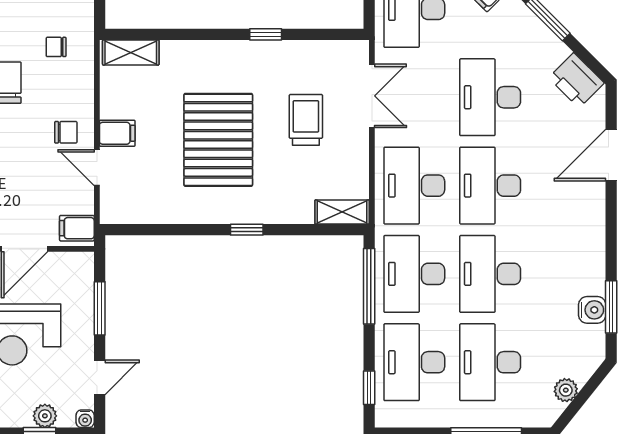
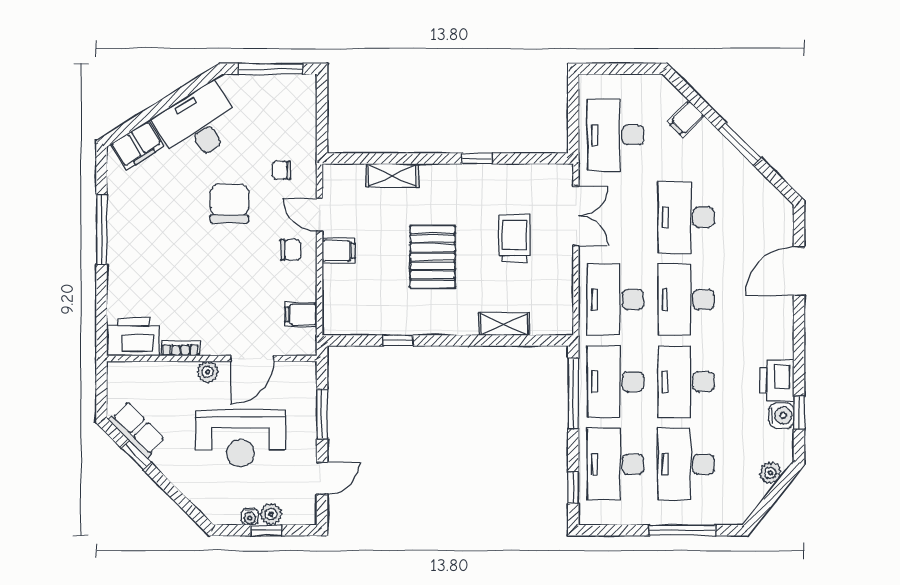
shelving: (131, 52) -> (393, 175), moved
printer: (576, 80) -> (777, 380), moved, turned 45
pallet: (218, 140) -> (433, 257), width x0.73, depth x0.71
door: (97, 168) -> (319, 215), moved
shelving: (342, 212) -> (504, 324), moved
filing cabinet: (77, 228) -> (301, 315), moved
window: (247, 230) -> (398, 341), moved
window: (611, 307) -> (799, 413), width x0.67
plant: (566, 390) -> (770, 473), moved
water cooler: (85, 419) -> (250, 517), moved

